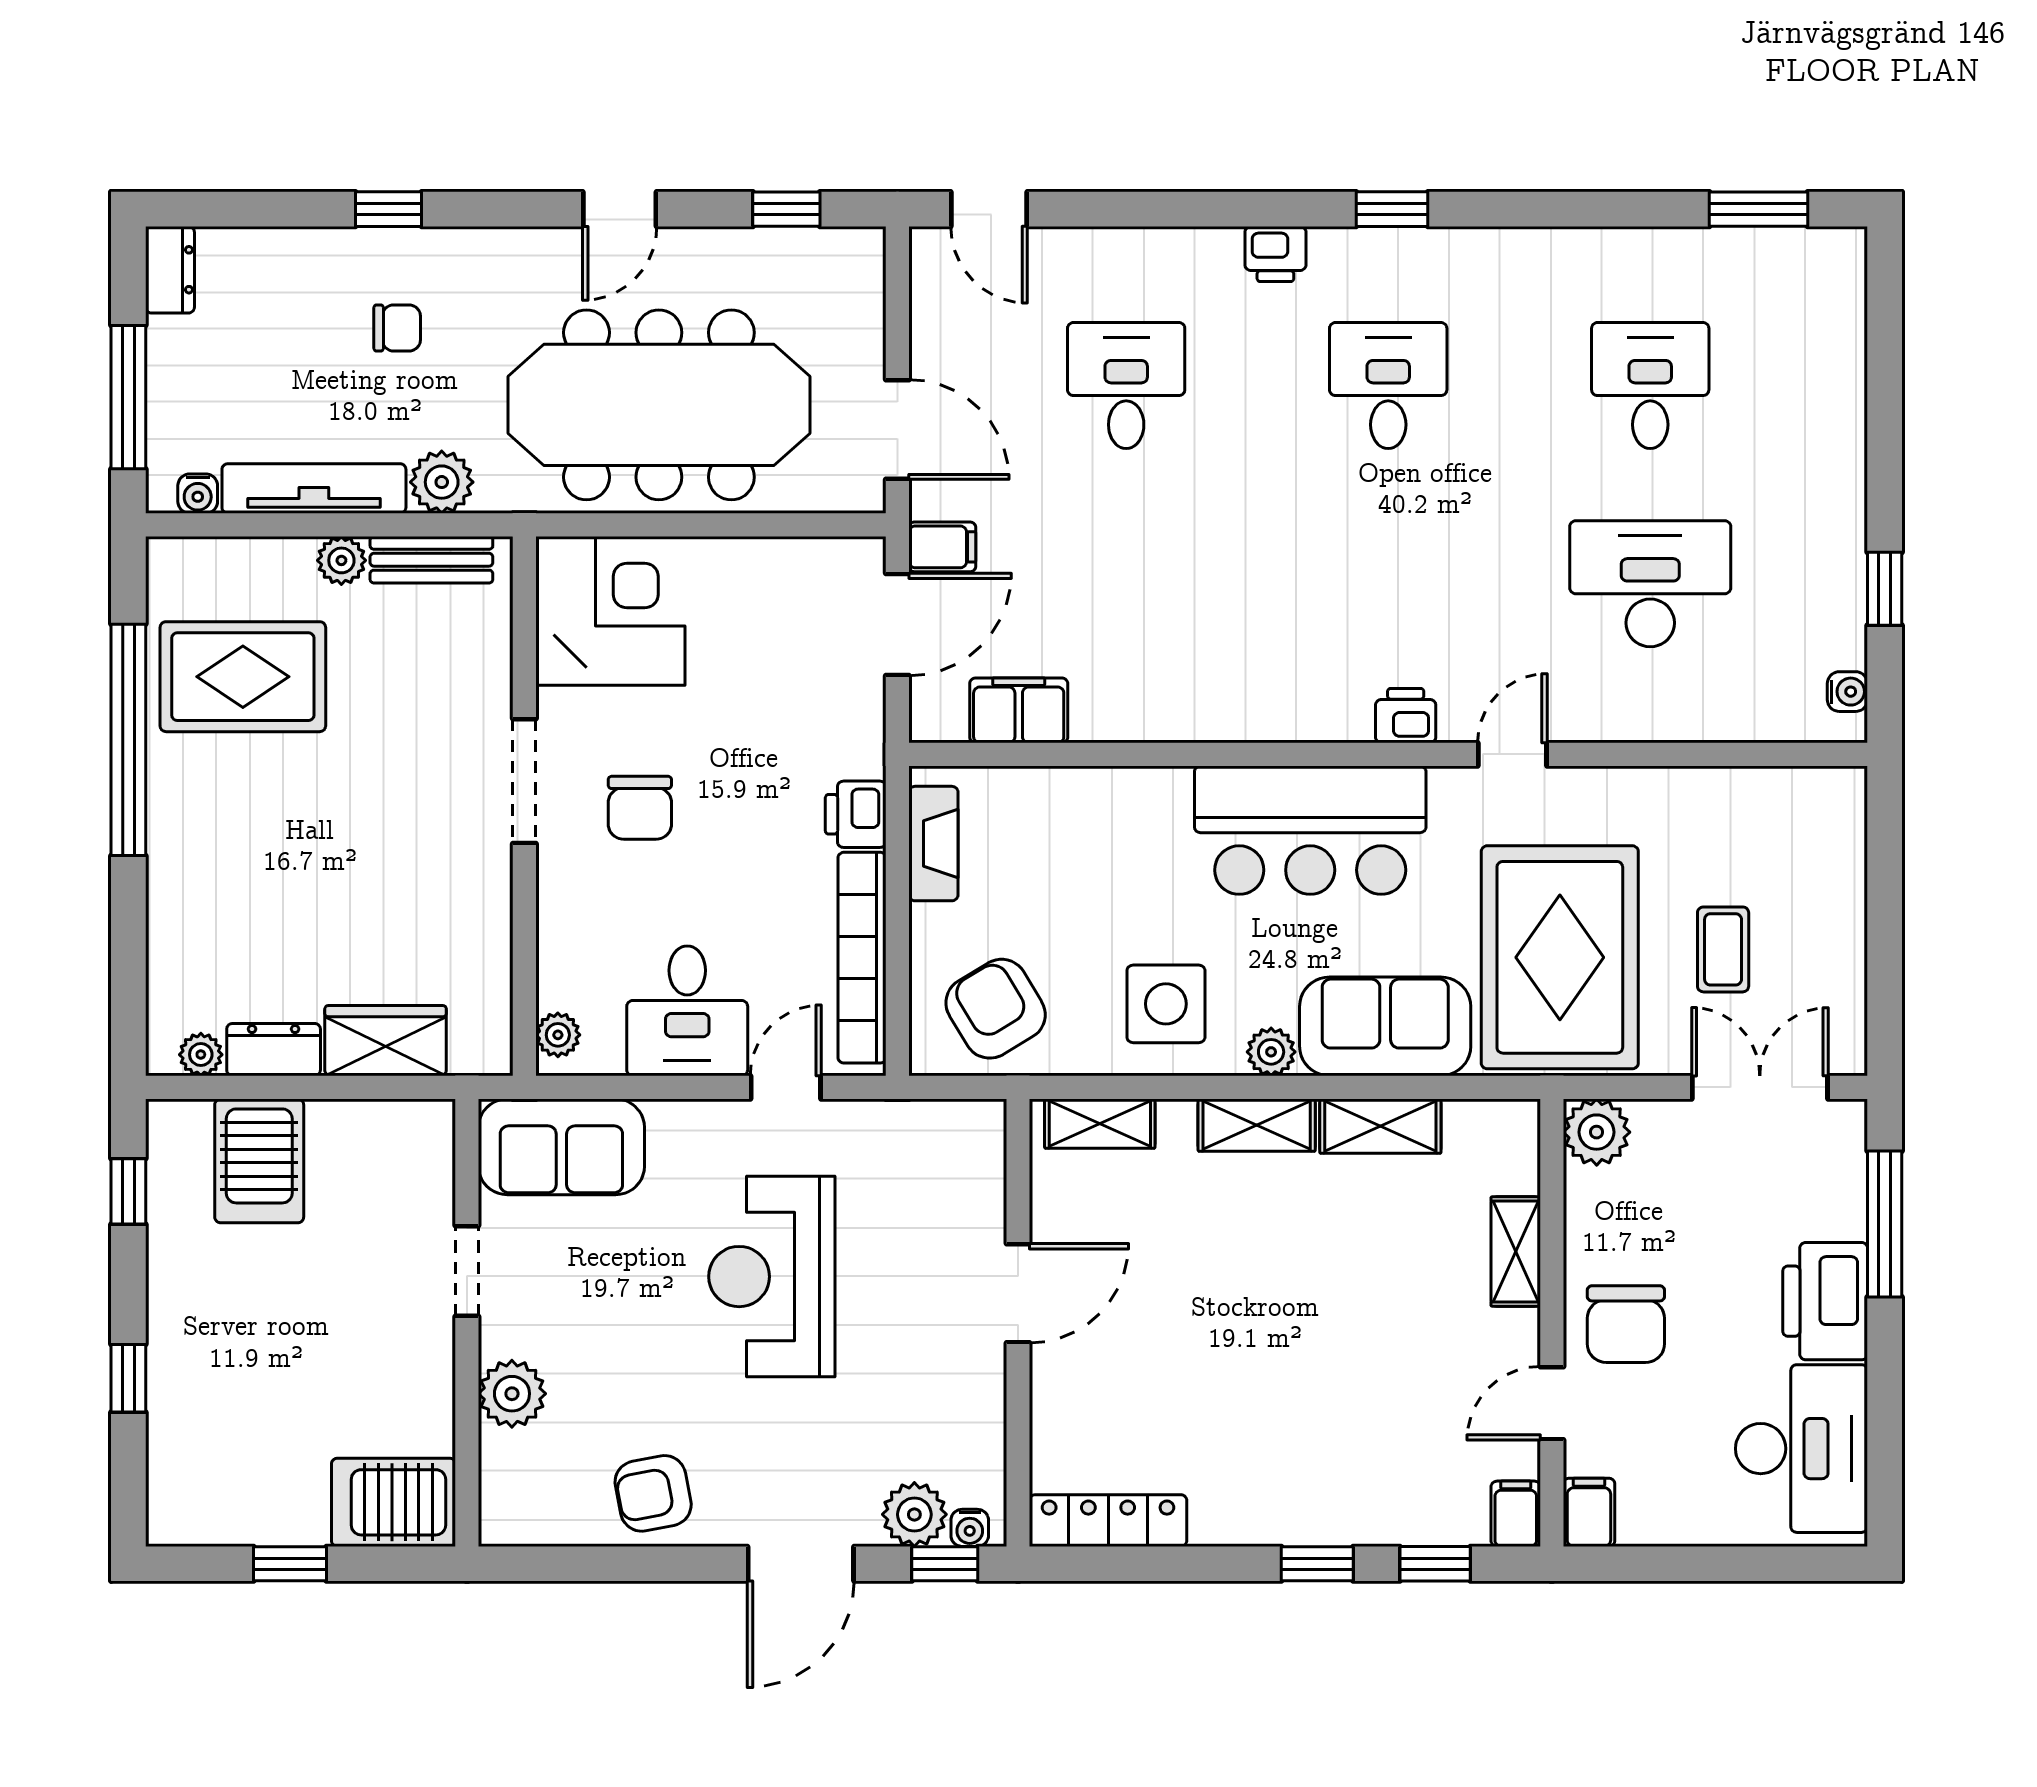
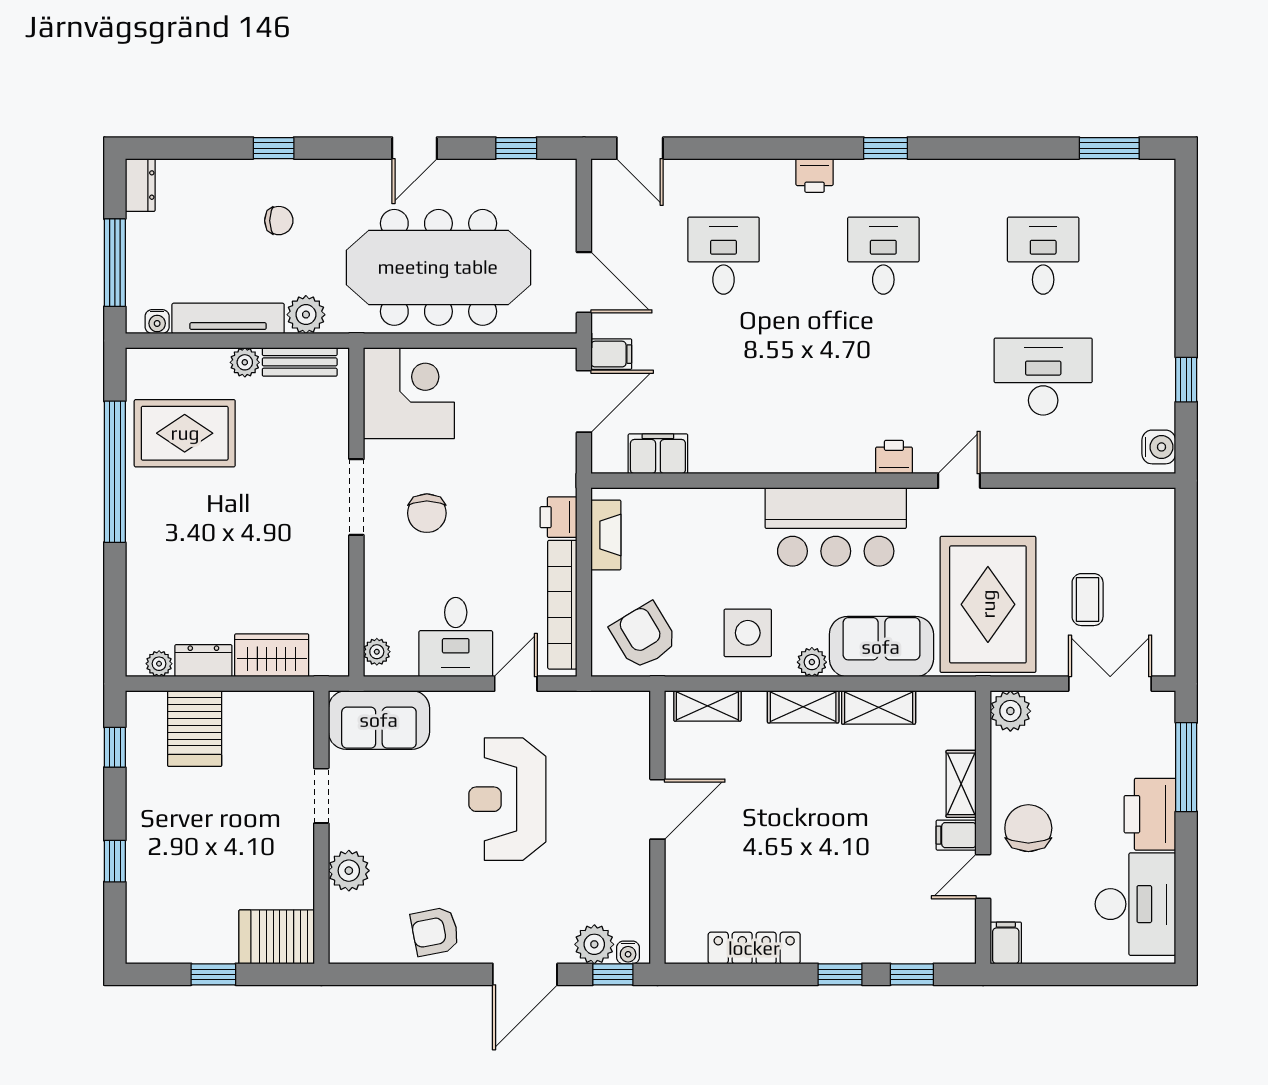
water cooler: (1847, 692) -> (1159, 447), width x1.38, depth x1.38
chair: (1626, 1324) -> (1028, 828), turned 180
filing cabinet: (1516, 1514) -> (956, 835), moved, turned -90
locker: (1108, 1521) -> (754, 948), moved

